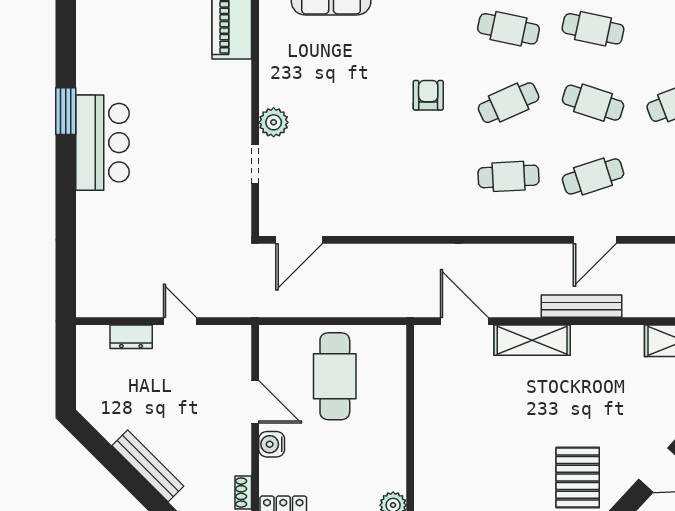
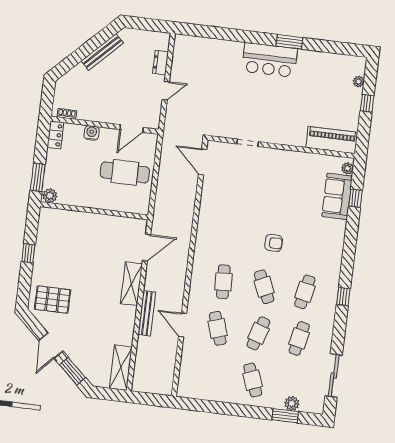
plant: (274, 122) -> (269, 156), removed
door: (255, 402) -> (132, 129), moved
bench: (148, 466) -> (102, 52), moved

